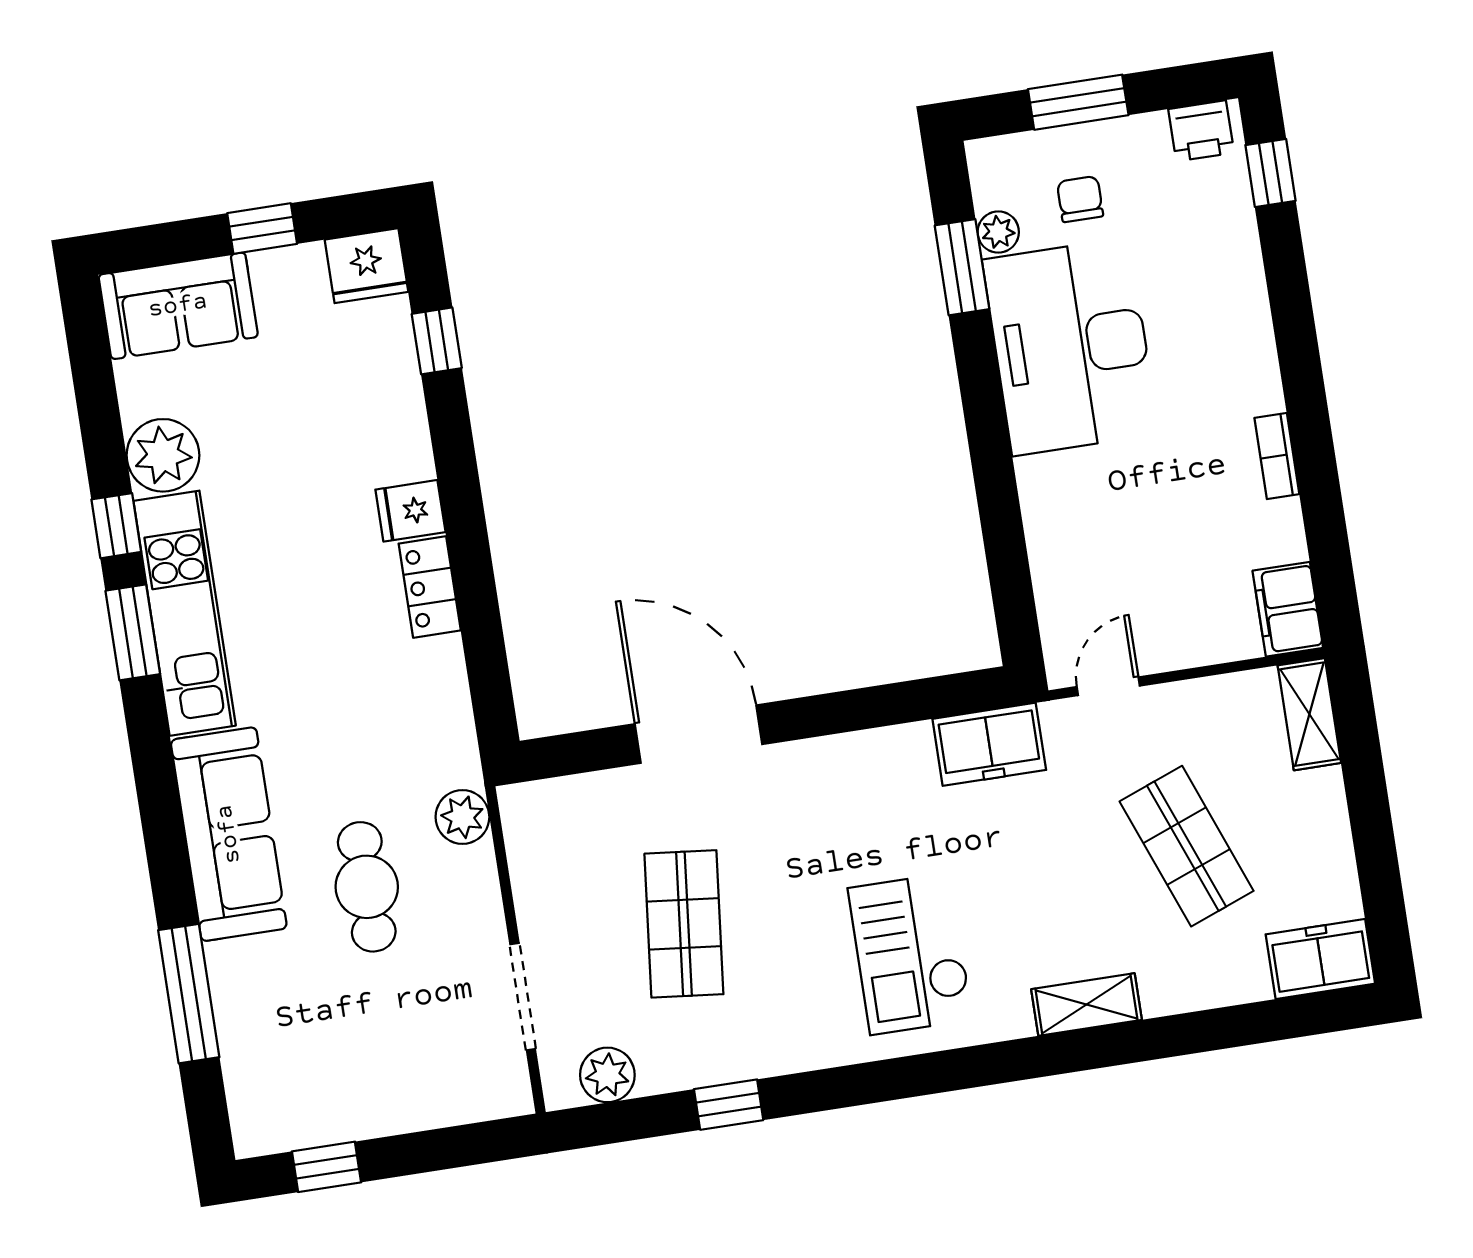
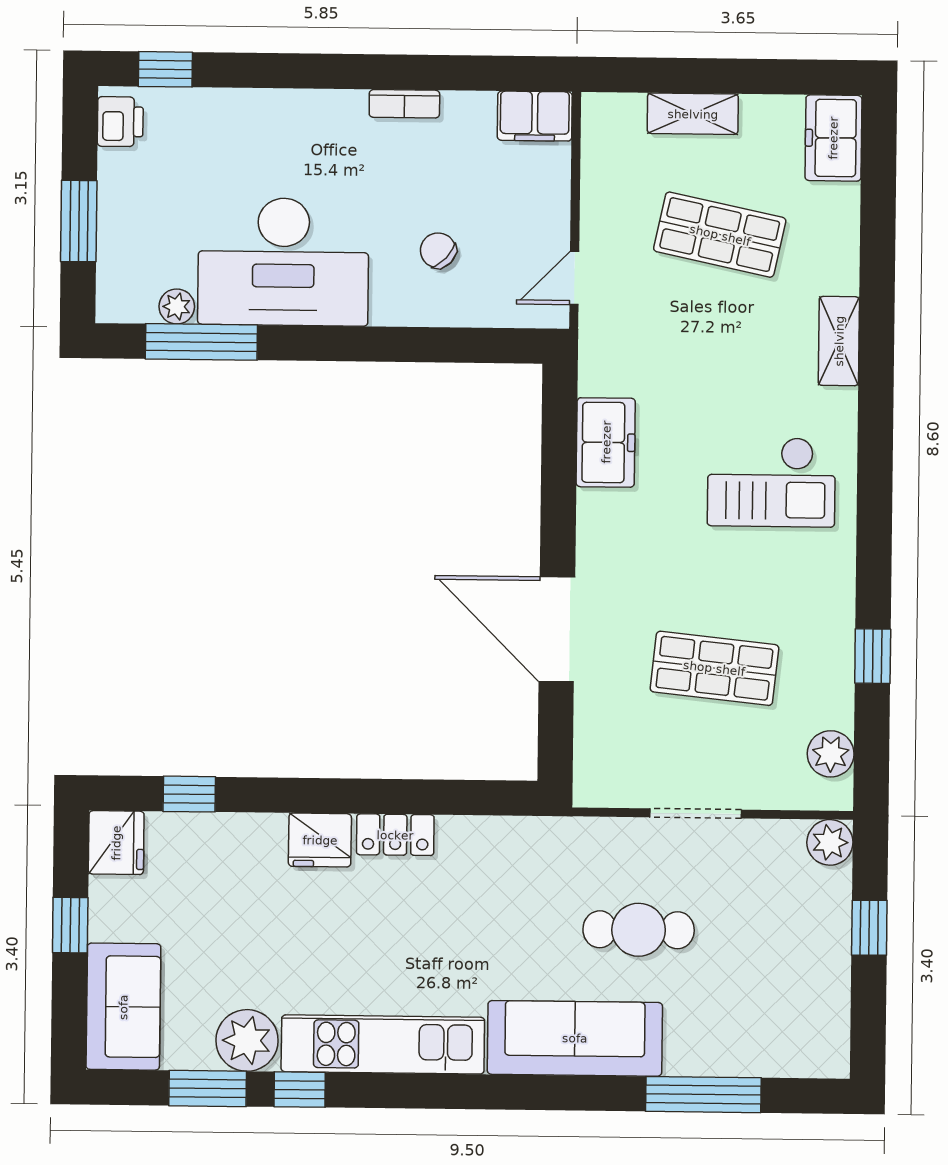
chair: (1080, 199) -> (438, 250), moved, turned 43
window: (962, 267) -> (201, 342), width x1.44
fridge: (410, 511) -> (320, 840), width x1.38
window: (133, 632) -> (208, 1088), moved
door: (1108, 686) -> (574, 278), hinge flipped
shelving: (1309, 714) -> (693, 114), moved
door: (699, 734) -> (557, 629), hinge flipped
freezer: (989, 744) -> (606, 442), moved
plant: (462, 817) -> (830, 842), moved
shop shelf: (1187, 846) -> (720, 235), turned 33
doorway: (523, 997) -> (695, 813), moved
window: (326, 1167) -> (869, 928), moved

